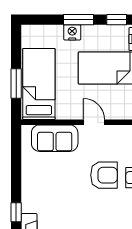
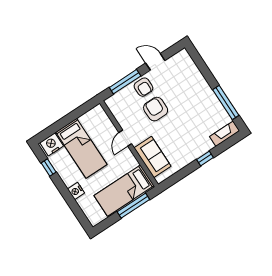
window: (78, 20) -> (65, 192), removed
window: (16, 84) -> (133, 206), width x1.44
window: (16, 212) -> (205, 159), moved

